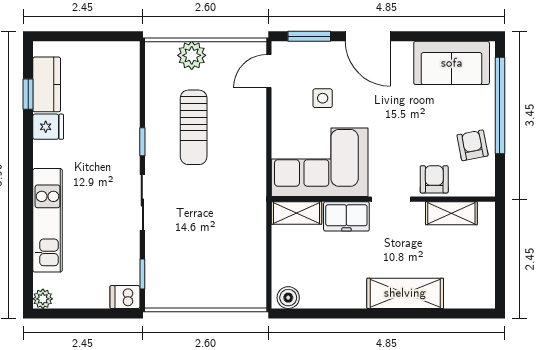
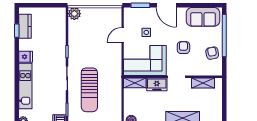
plant: (192, 55) -> (74, 14), moved
door: (269, 71) -> (123, 35), moved
fridge: (48, 127) -> (26, 57), moved
sun lounger: (194, 127) -> (89, 90), moved, width x1.36, depth x1.34
armchair: (434, 179) -> (183, 48), moved

